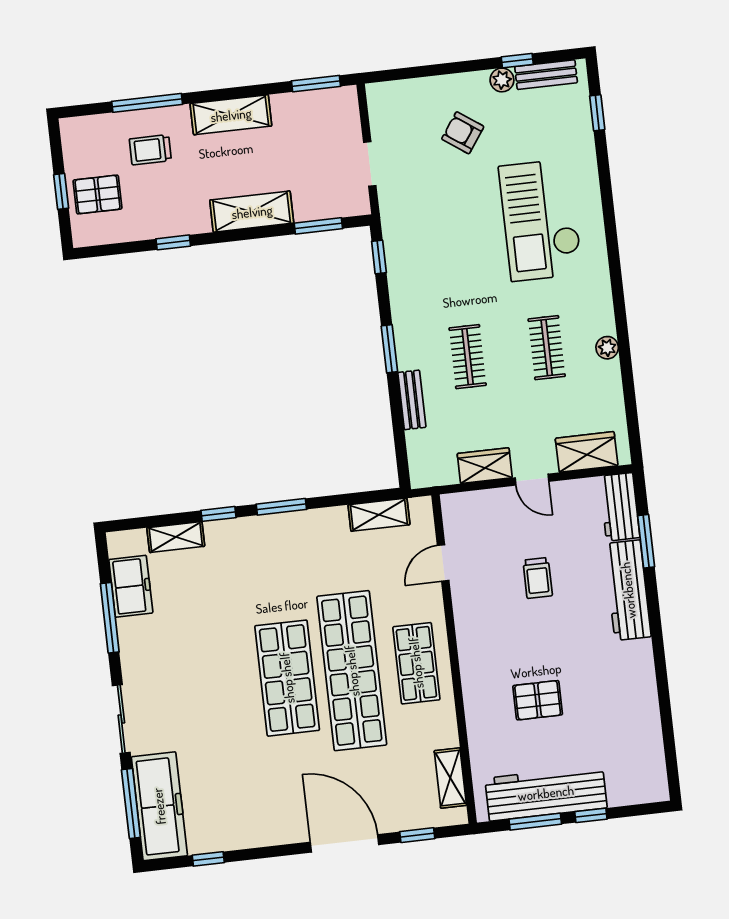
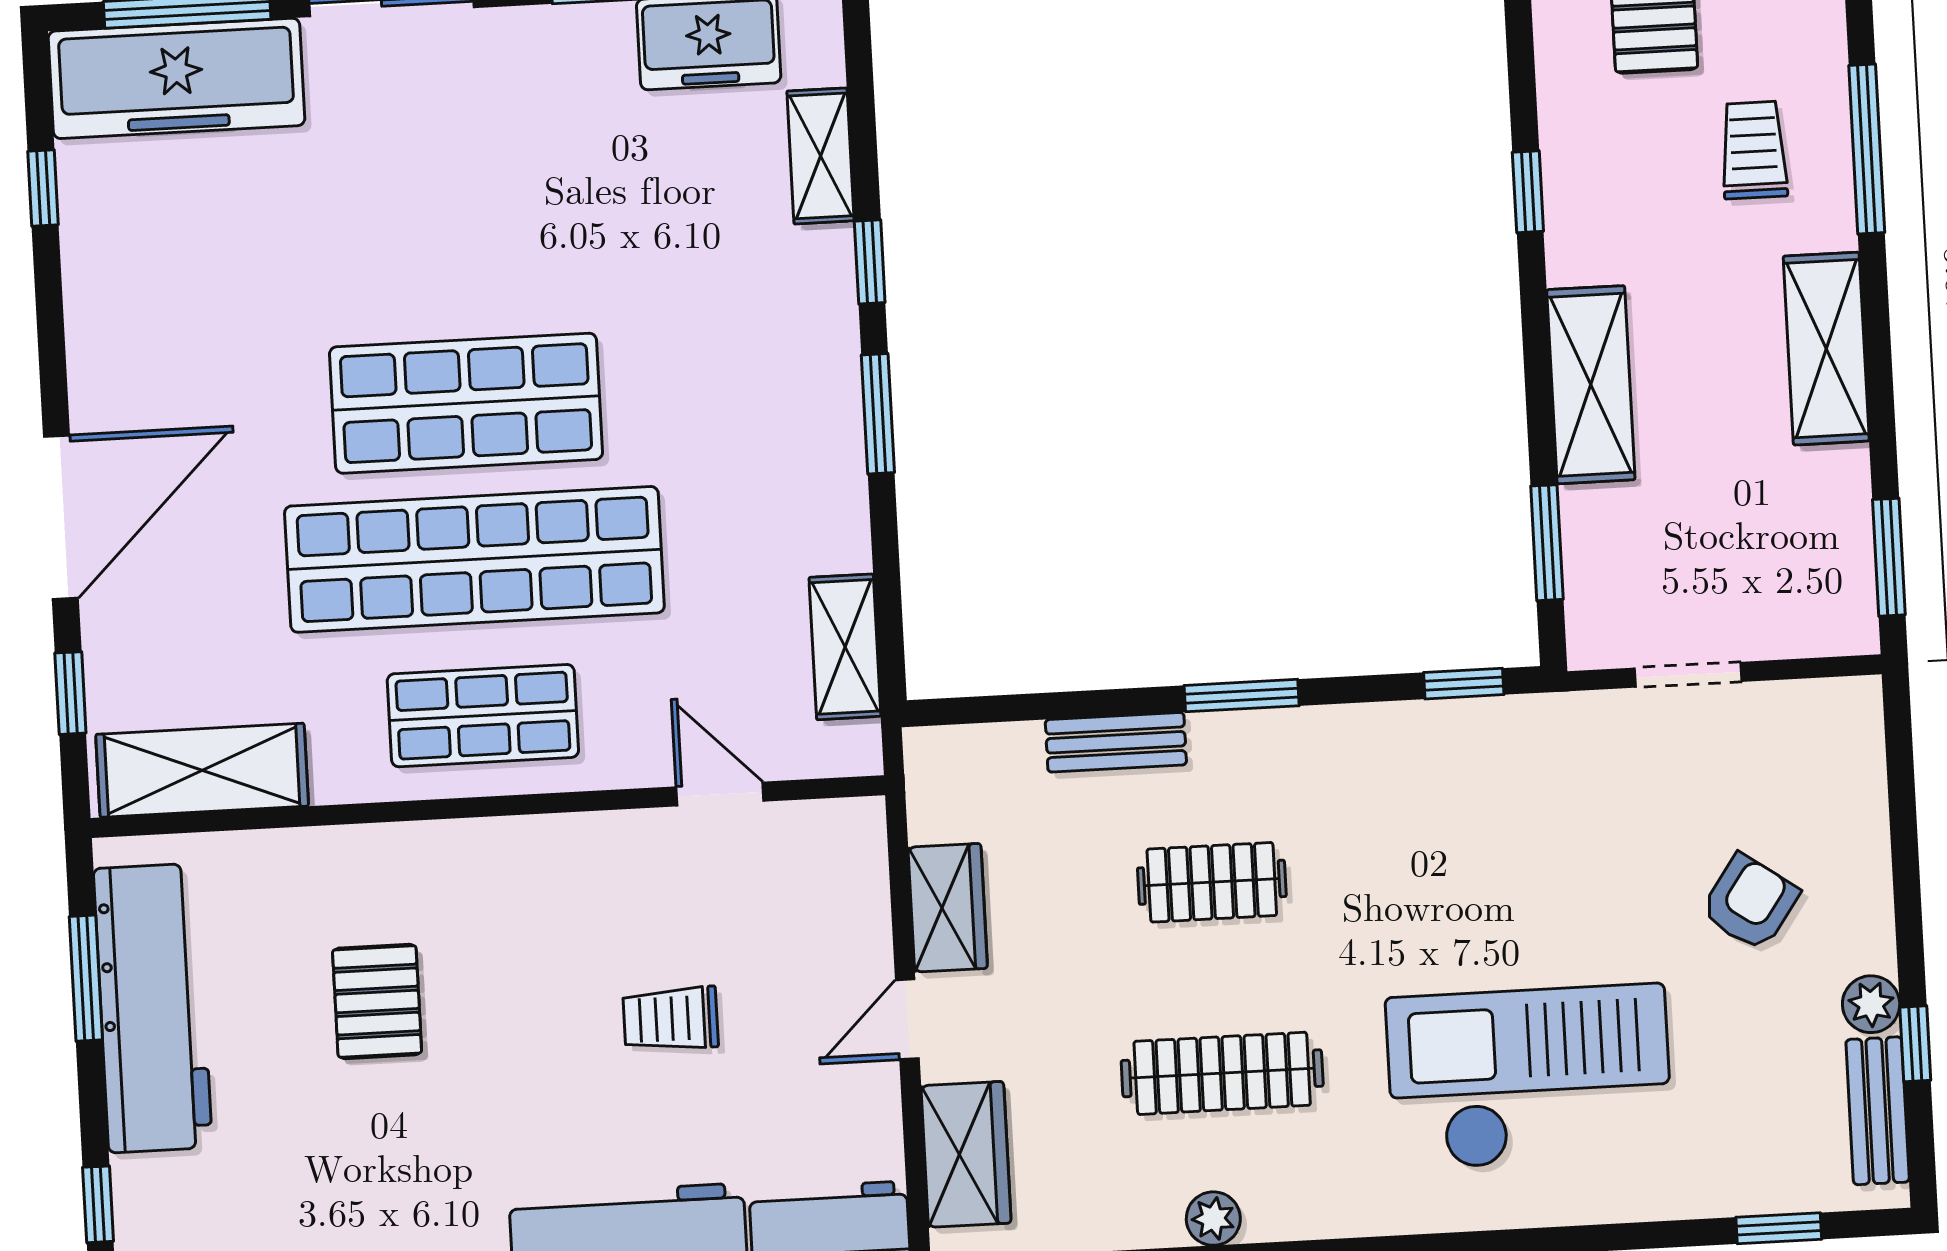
clothes rail: (547, 348) -> (1222, 1073), width x1.36
shelving: (450, 778) -> (202, 770), width x1.50, depth x1.33
window: (591, 815) -> (98, 1204), moved

